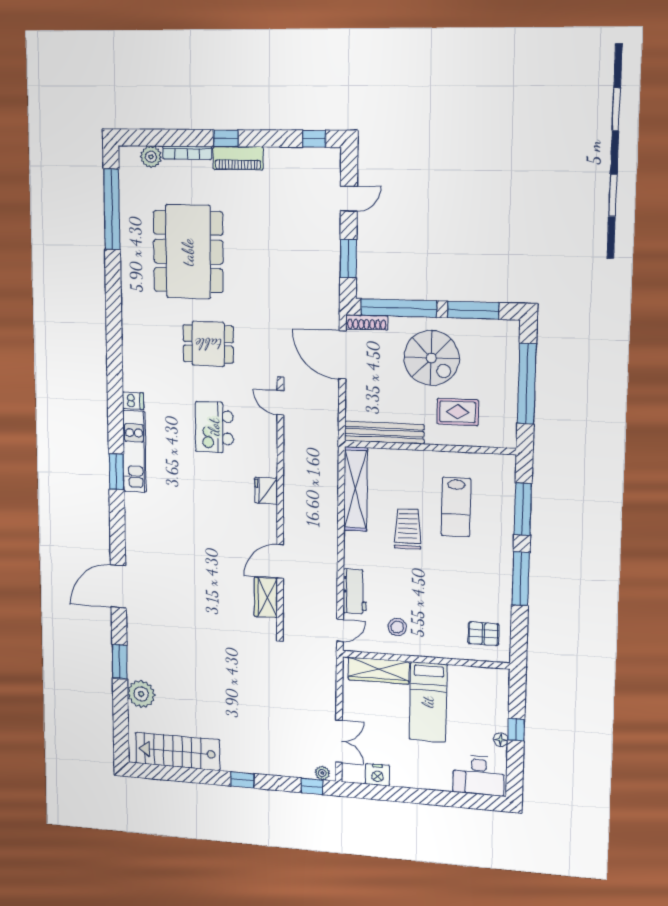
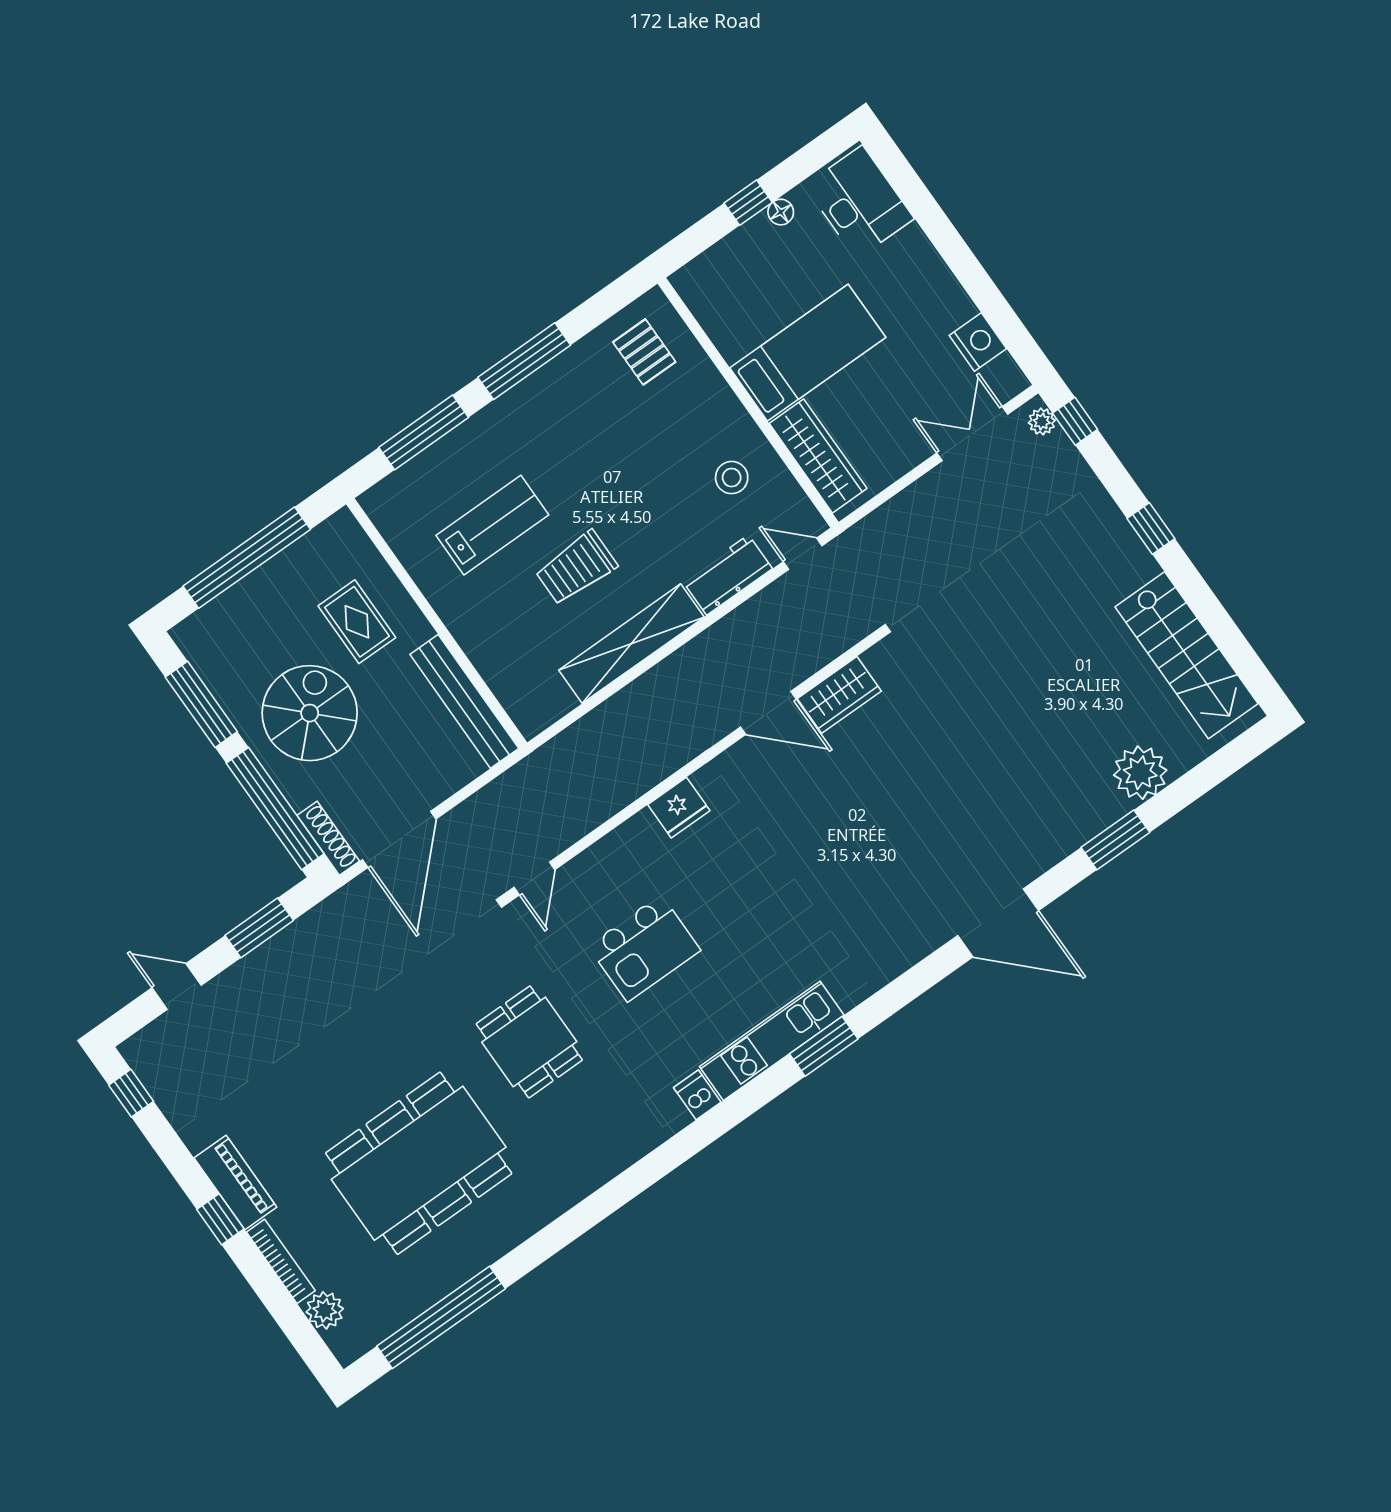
shelving: (356, 489) -> (631, 644), moved

